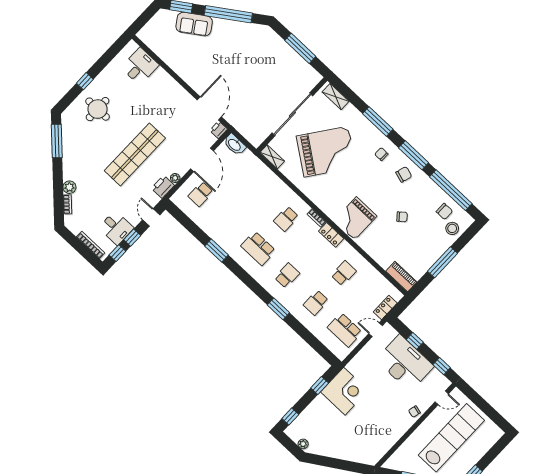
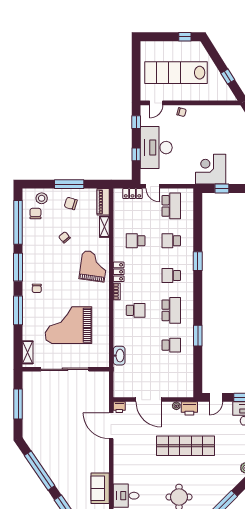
sofa: (194, 24) -> (100, 488), moved, turned -146
door: (209, 108) -> (111, 426), hinge flipped
washbasin: (235, 145) -> (119, 356), moved
grand piano: (326, 152) -> (69, 325), turned -36
shelving: (272, 157) -> (104, 227), moved
door: (202, 160) -> (149, 400), swing flipped
chair: (404, 174) -> (71, 203), moved
school desk: (201, 194) -> (171, 345), moved
grand piano: (355, 218) -> (93, 266), turned -82
school desk: (316, 303) -> (171, 241), turned 180
door: (442, 398) -> (156, 103), swing flipped

